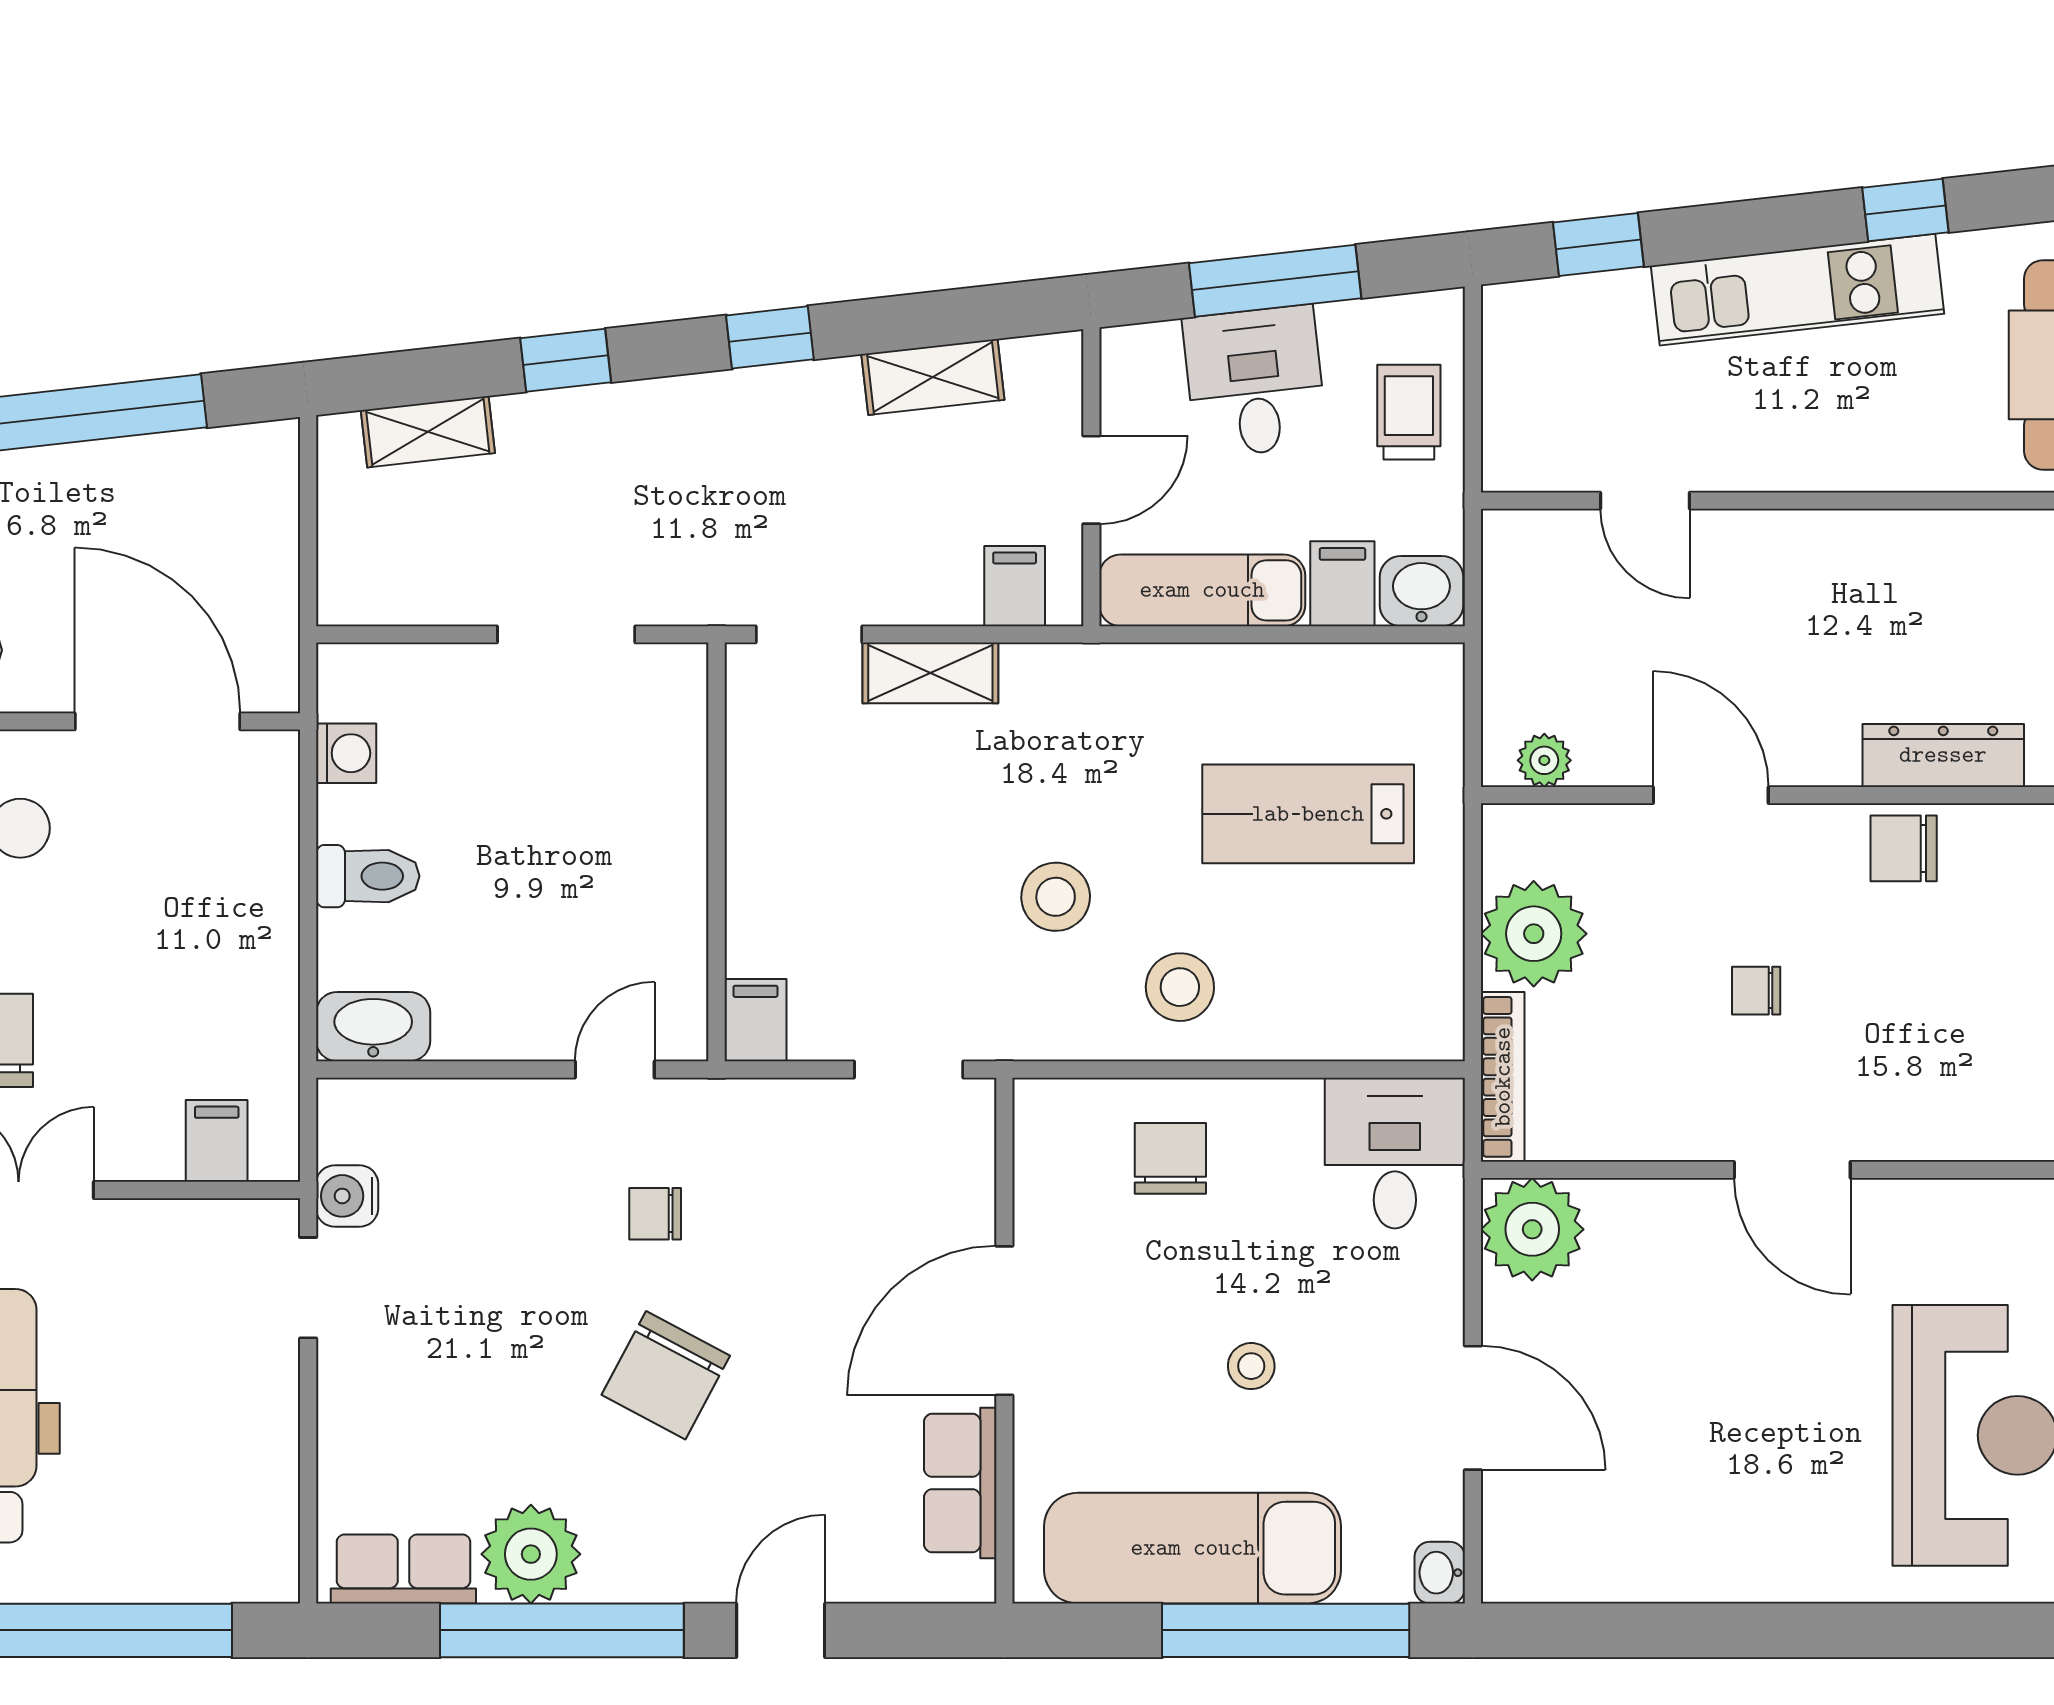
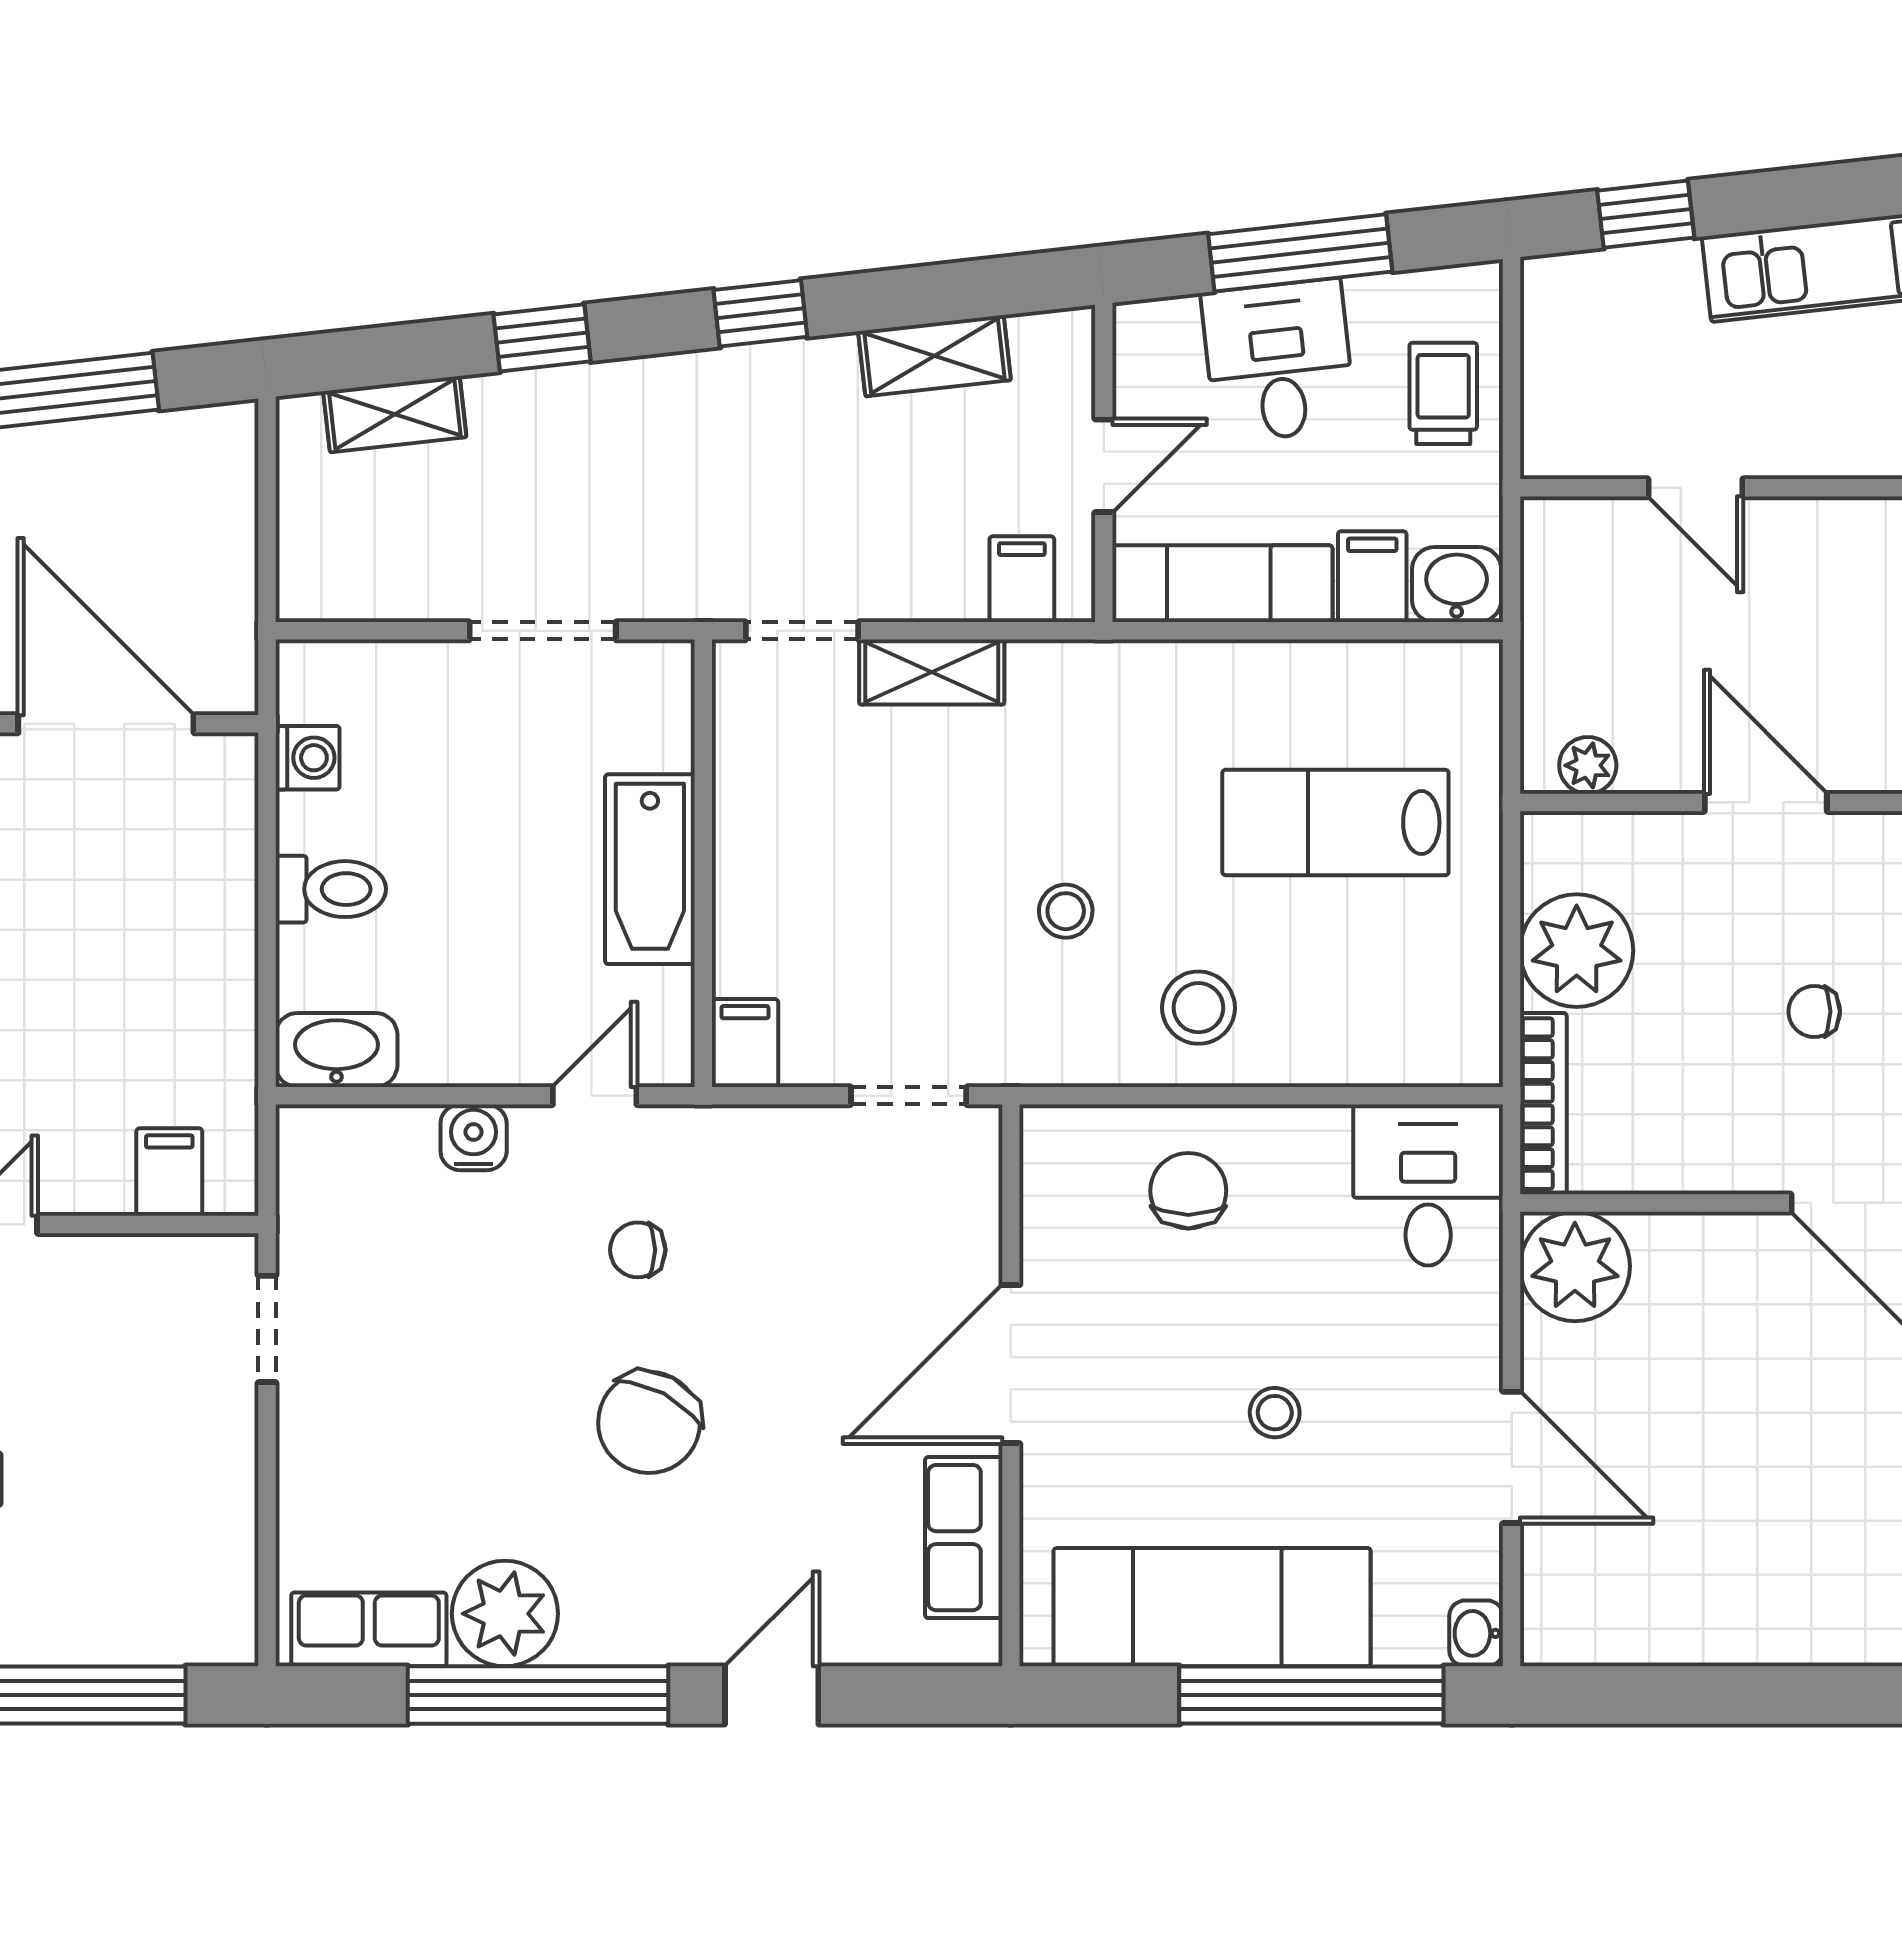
bathtub: (667, 858) -> (650, 869), added
stool: (1056, 897) -> (1066, 911), width x0.73, depth x0.73
water cooler: (347, 1196) -> (474, 1137), moved, turned 90

